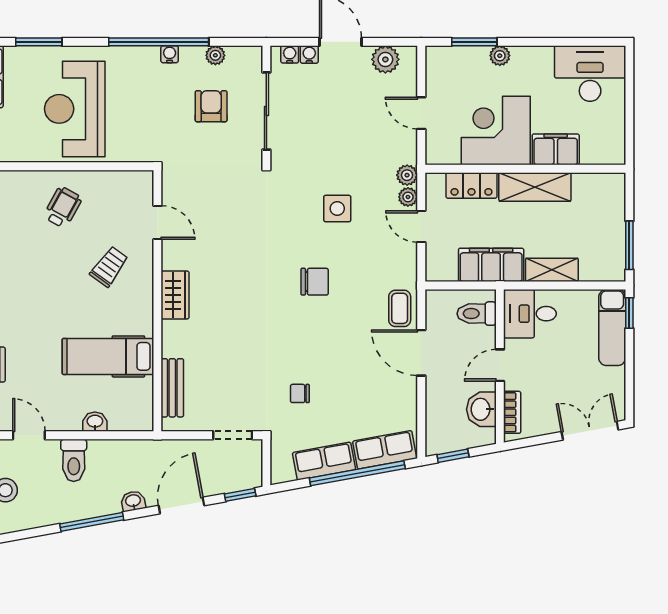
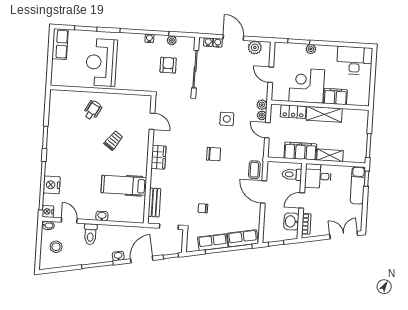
door: (157, 222) -> (152, 121), moved
wardrobe: (175, 295) -> (159, 157), moved
wall: (157, 301) -> (150, 159), moved
hospital bed: (108, 356) -> (124, 185), moved
bench: (172, 388) -> (154, 203), moved

